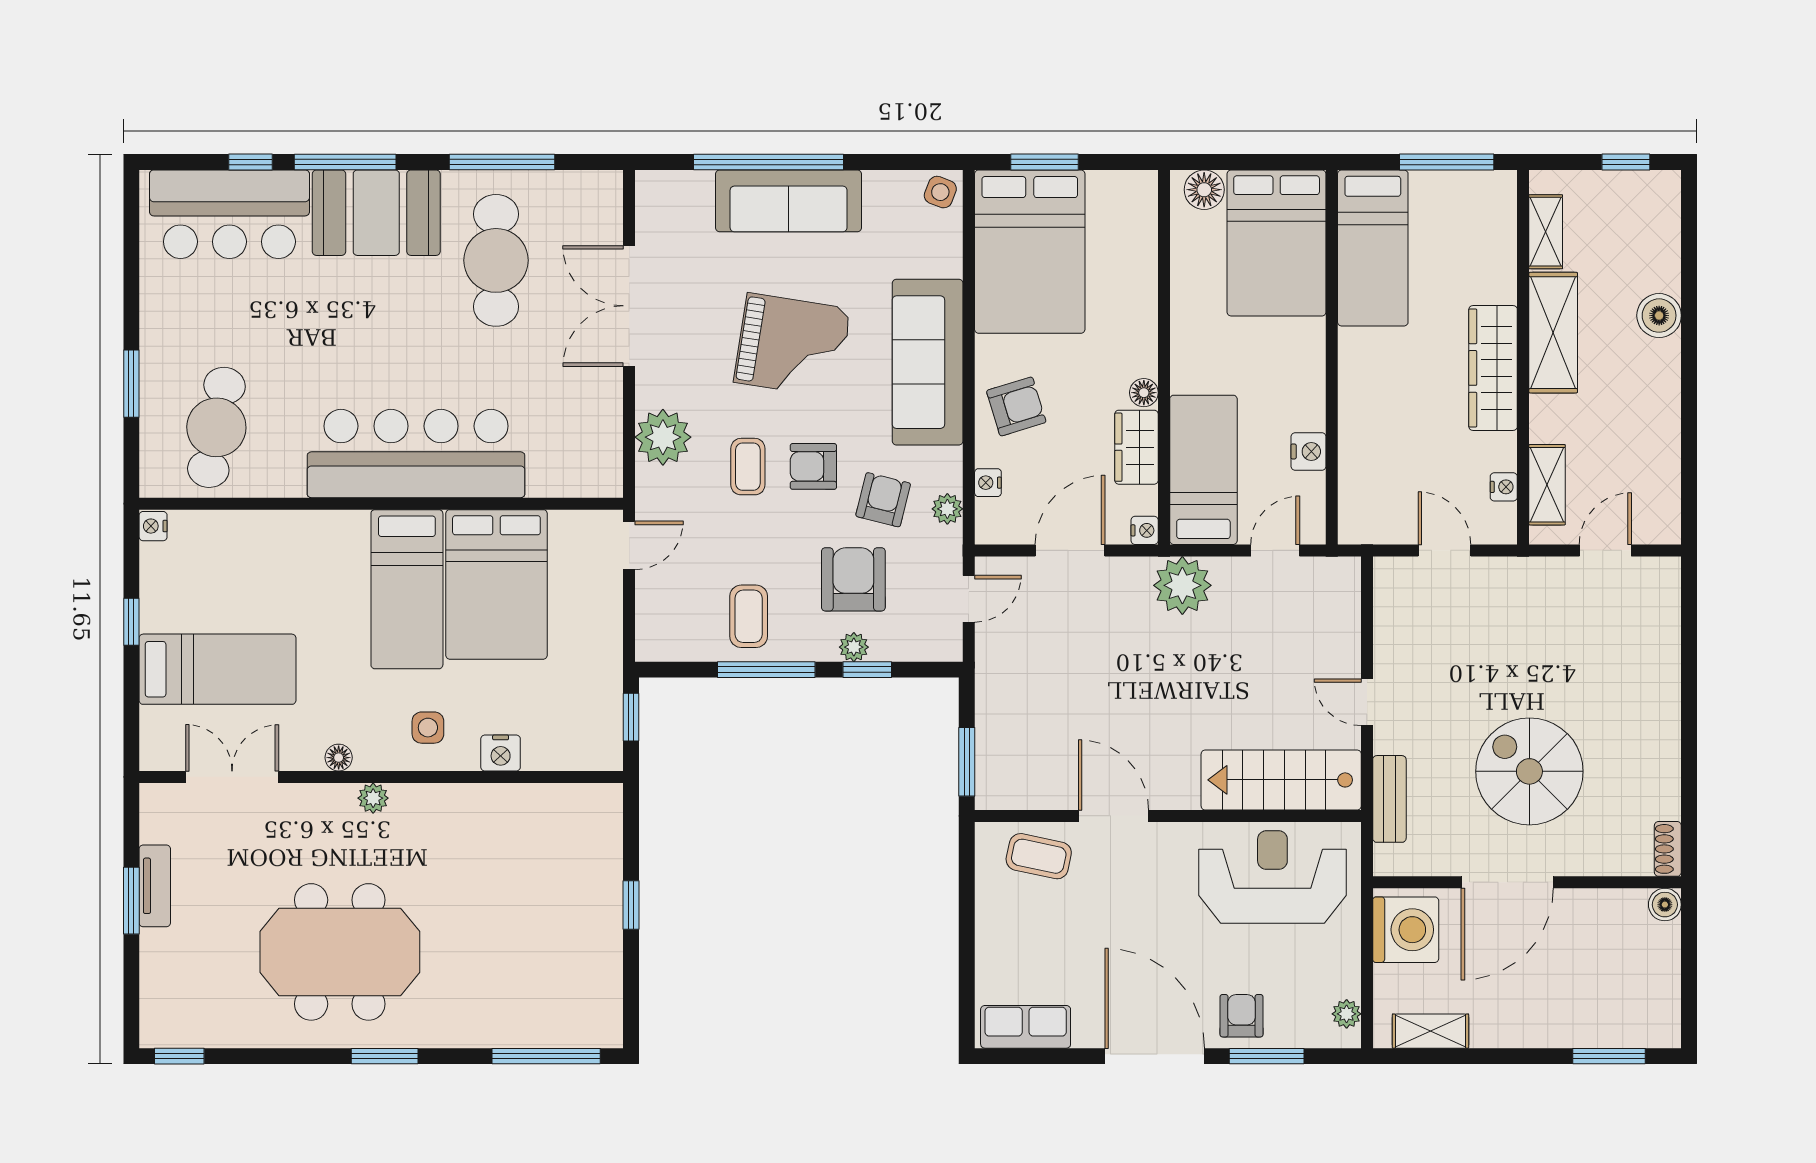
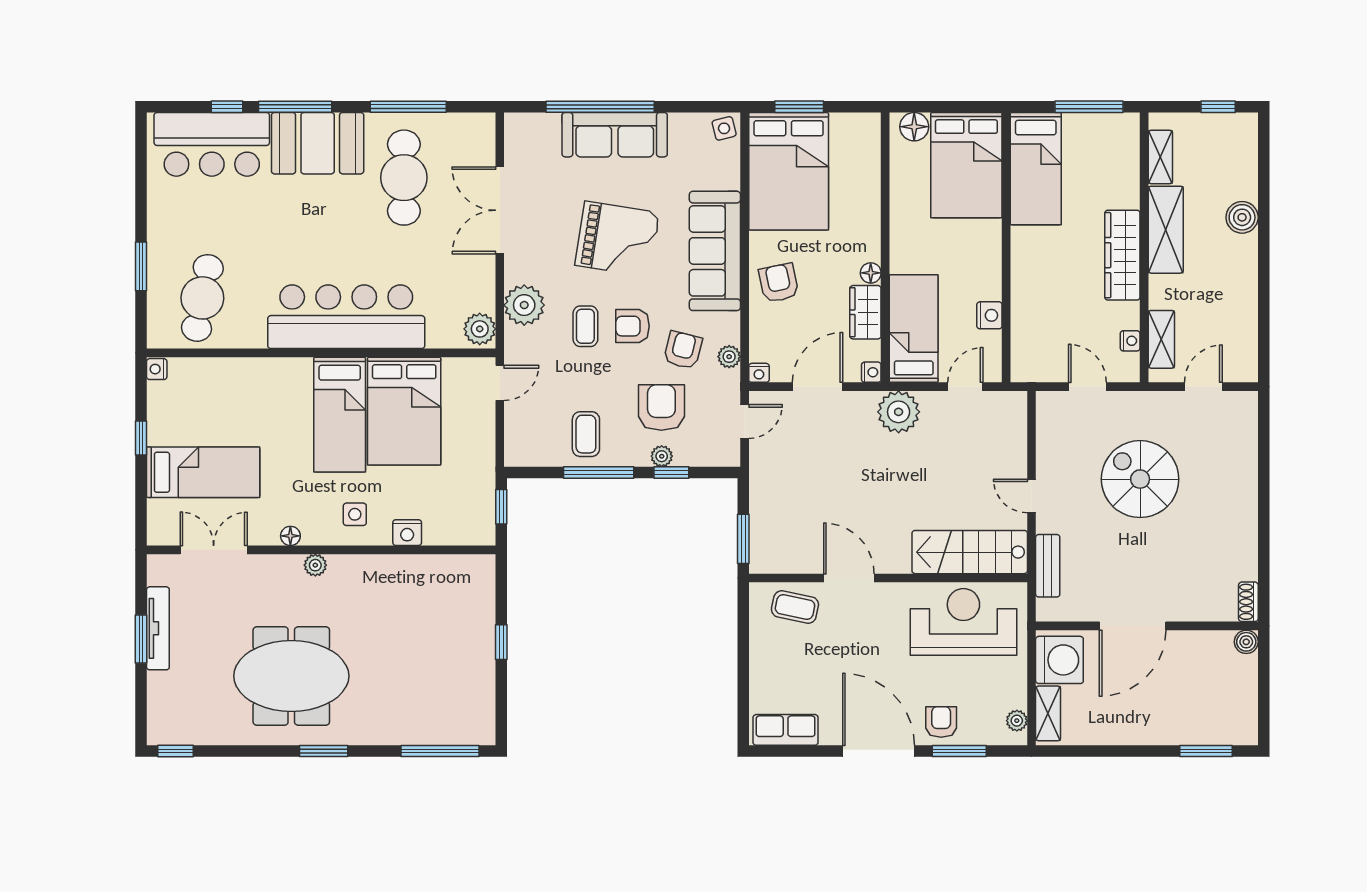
side table: (940, 192) -> (724, 128), turned -35
armchair: (1016, 406) -> (779, 283), turned -85
plant: (601, 470) -> (480, 329), added
nightstand: (988, 483) -> (759, 373), moved, turned -90
spiral stairs: (1529, 771) -> (1140, 479), moved
tv unit: (155, 886) -> (158, 628), width x1.41
shelving: (1430, 1031) -> (1048, 713), moved, turned 90

